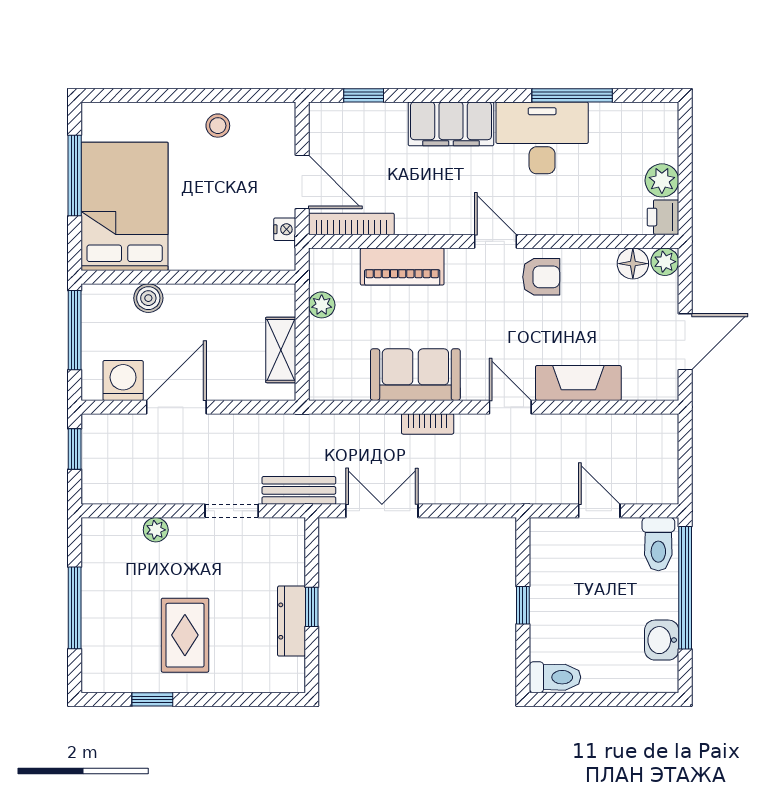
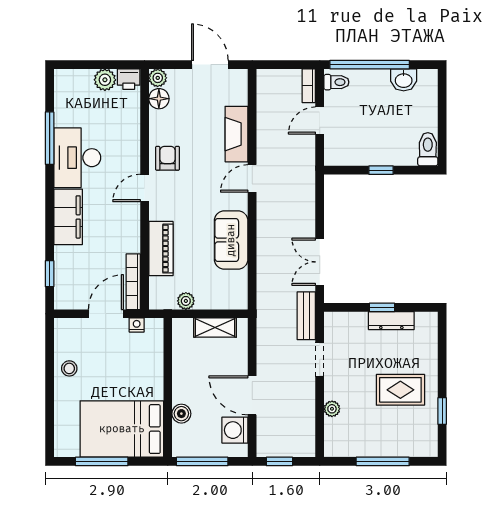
bookcase: (428, 424) -> (309, 86), moved, turned 180
toilet: (658, 544) -> (336, 82), width x0.73, depth x0.72

